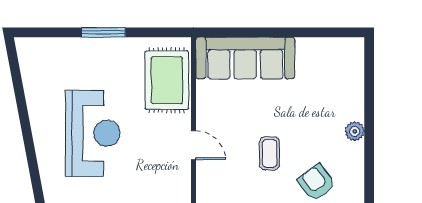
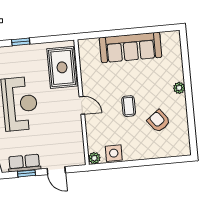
window: (103, 32) -> (21, 42), width x0.67
sofa: (245, 58) -> (131, 47), moved

